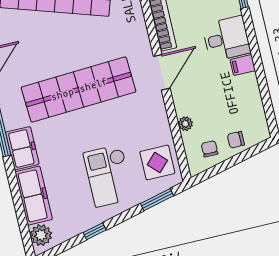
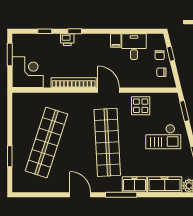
desk: (226, 39) -> (134, 47), moved
plant: (185, 124) -> (143, 83), removed
window: (242, 157) -> (171, 54), added
display table: (157, 162) -> (141, 106), moved

